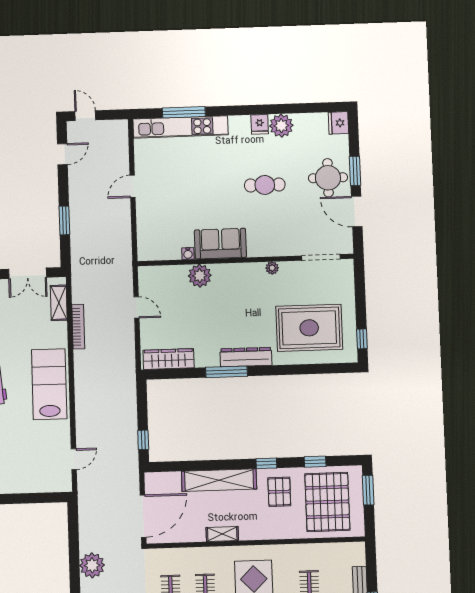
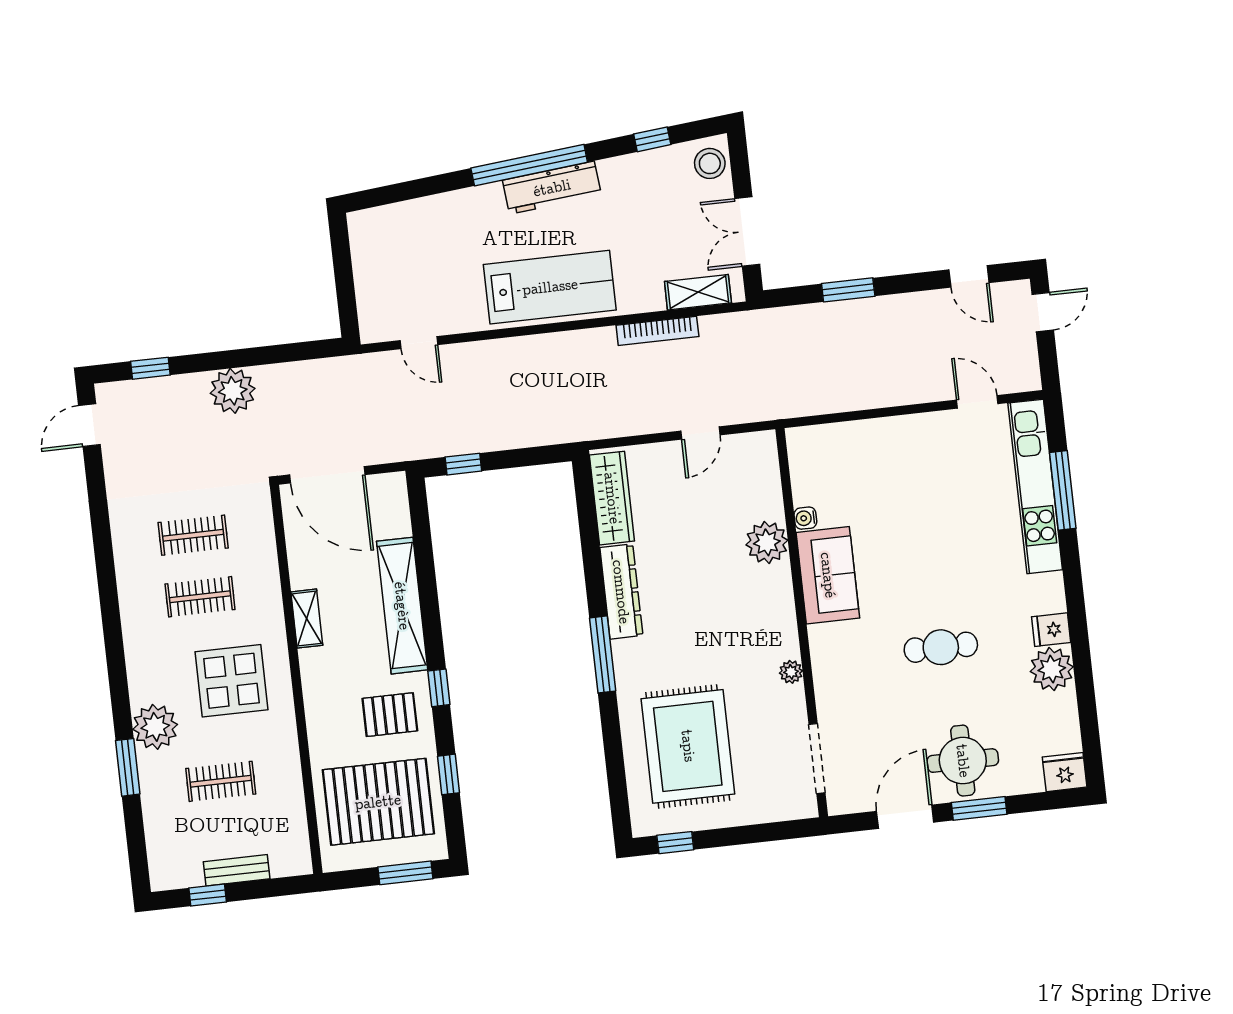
cafe table: (265, 185) -> (941, 647), turned 90
door: (133, 186) -> (977, 402), moved
dresser: (246, 357) -> (621, 592), moved
window: (226, 372) -> (603, 654), moved

